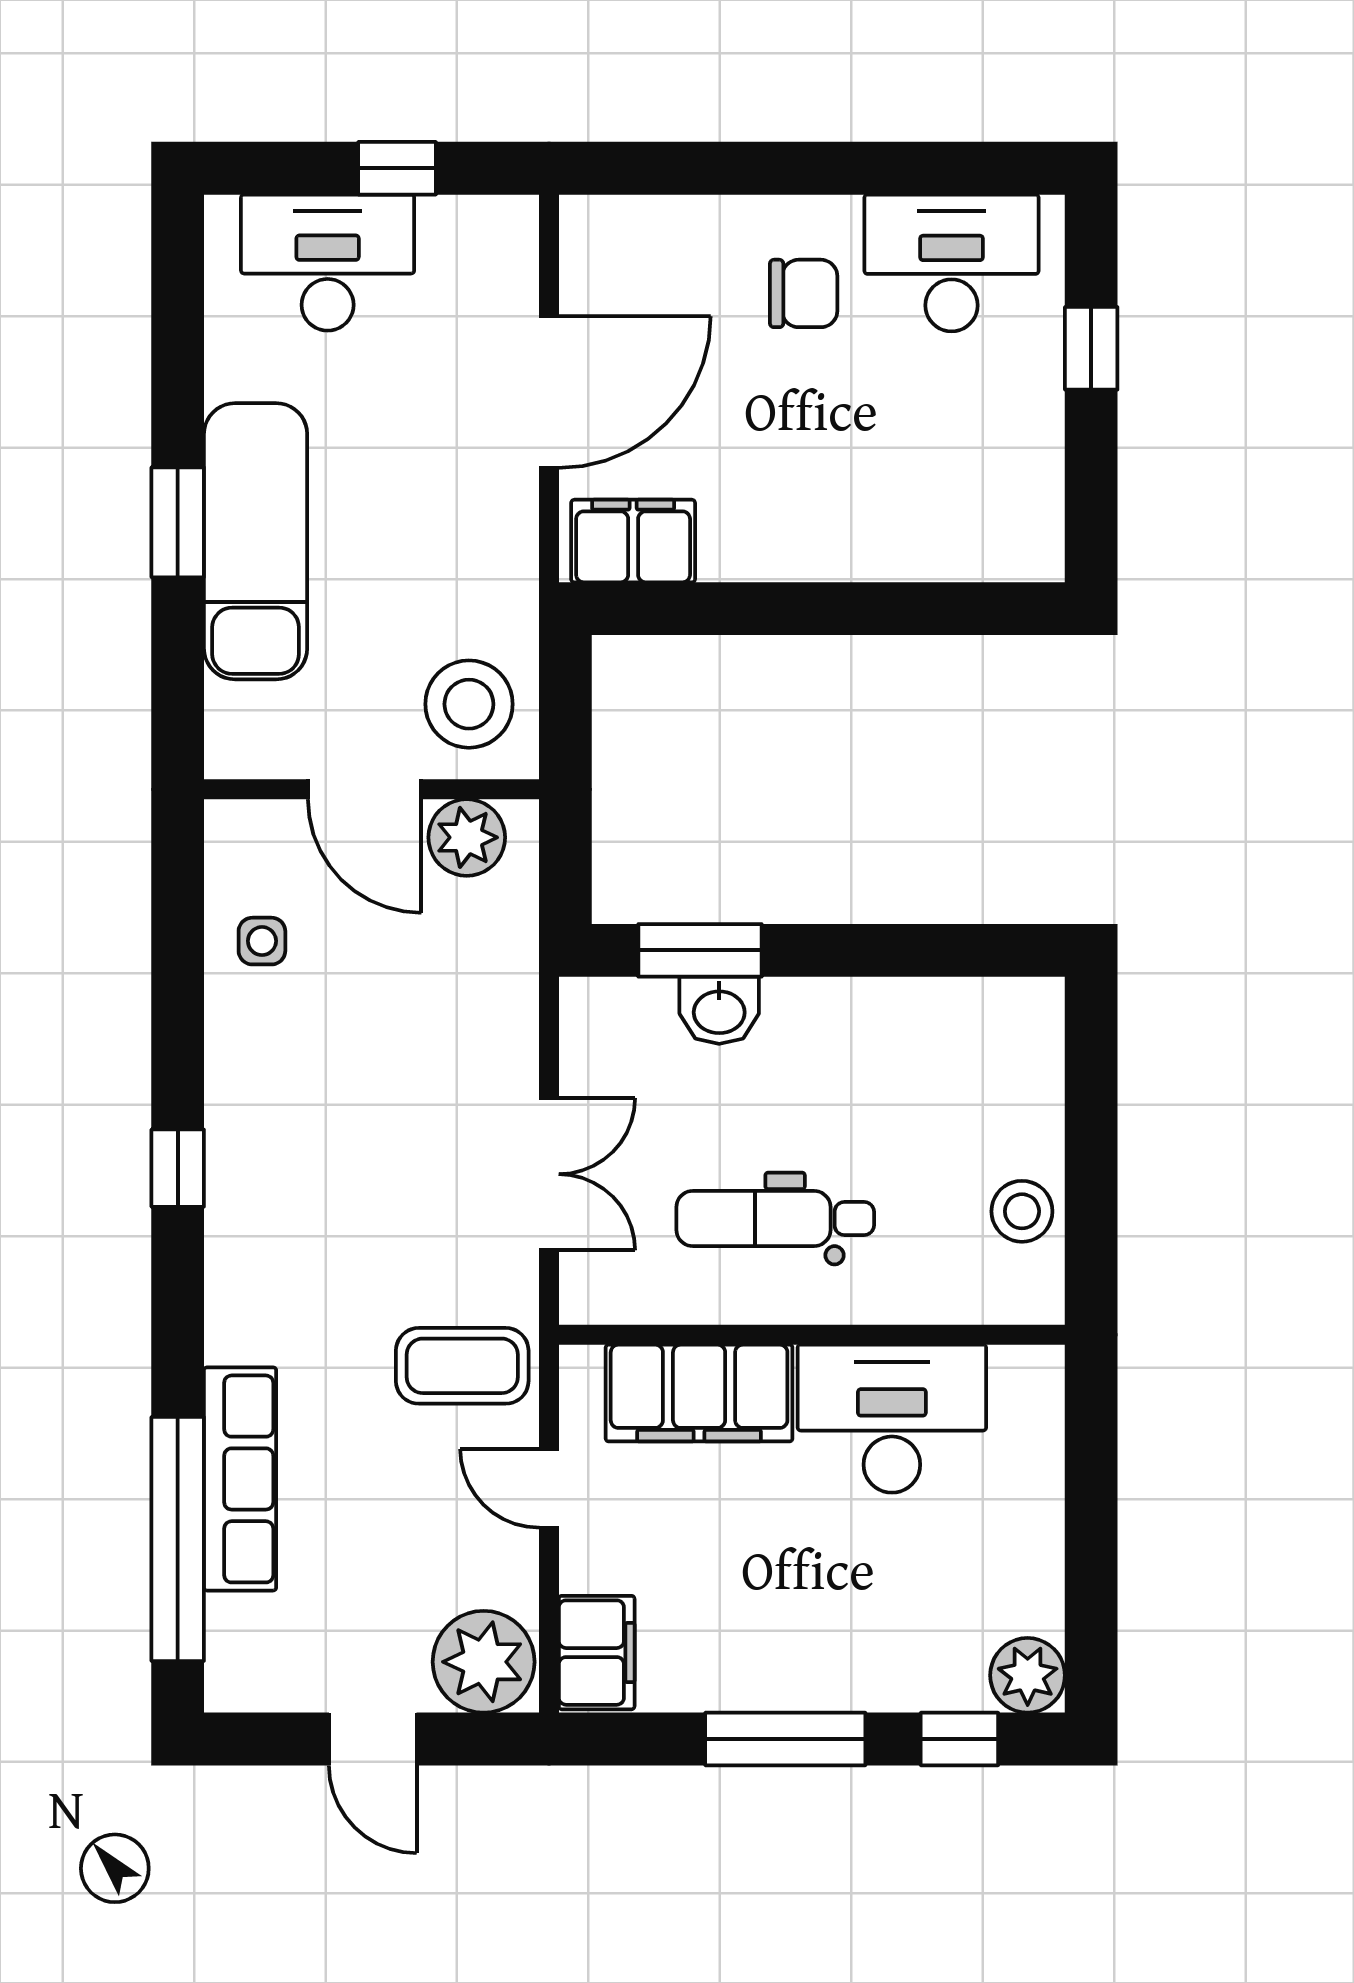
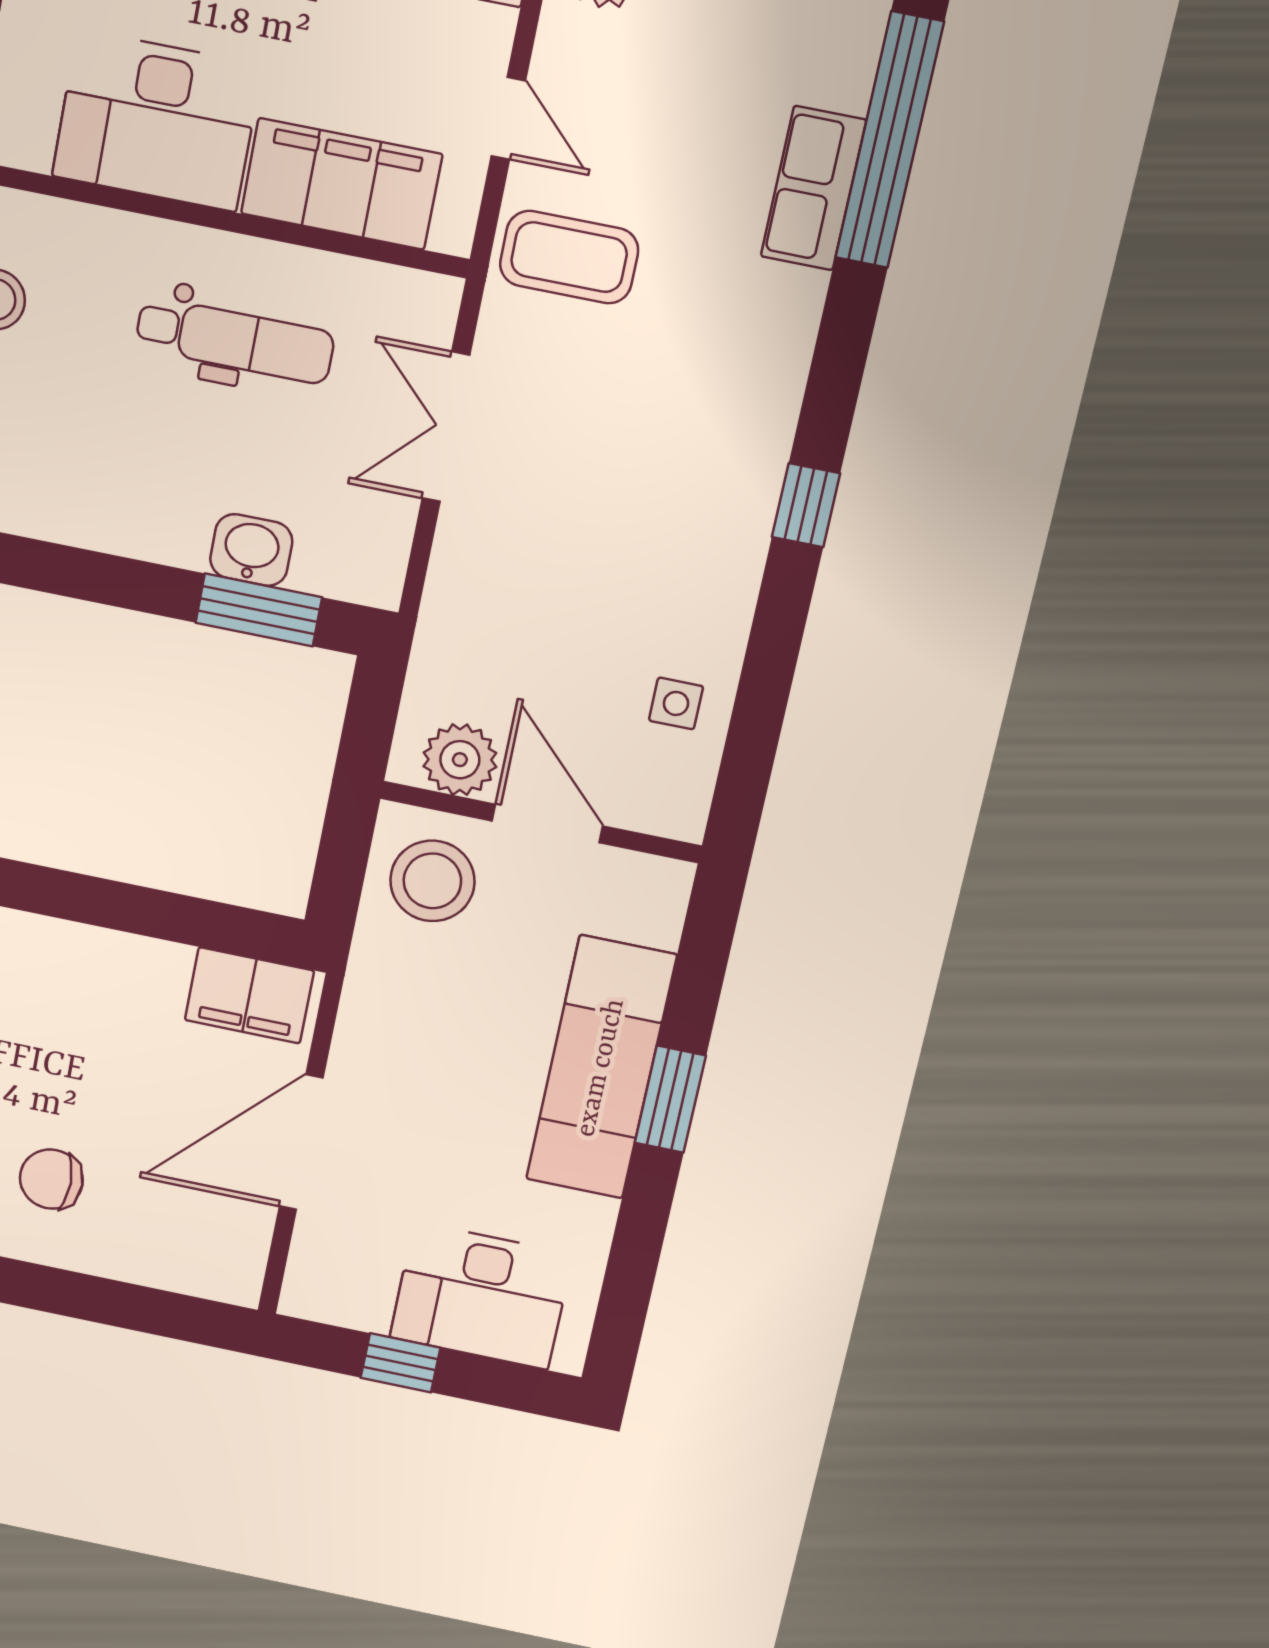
row of seats: (240, 1479) -> (813, 188), width x0.68

